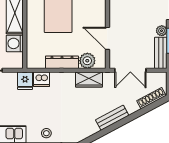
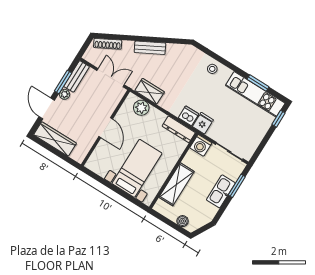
door: (107, 38) -> (106, 128), moved
washing machine: (15, 43) -> (201, 145), moved, turned 90
dresser: (62, 62) -> (179, 129), moved

